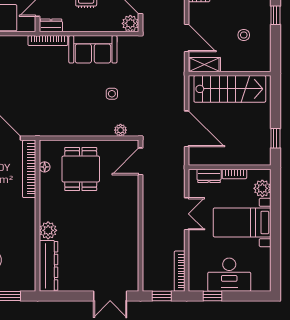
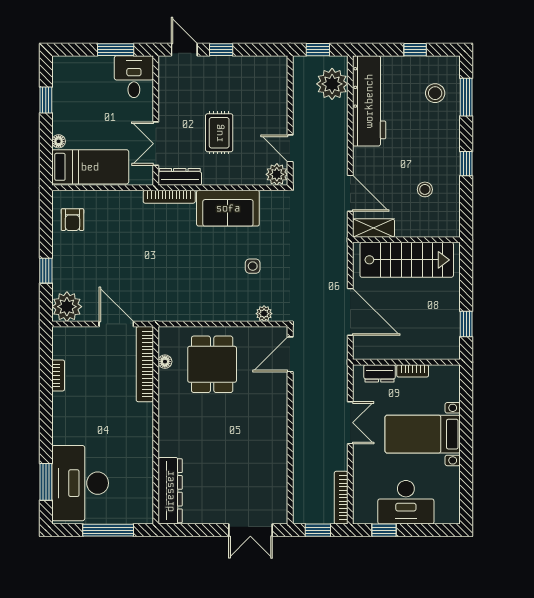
dresser: (51, 25) -> (180, 177), width x1.44
plant: (262, 188) -> (449, 390), removed
plant: (48, 230) -> (170, 444), removed

